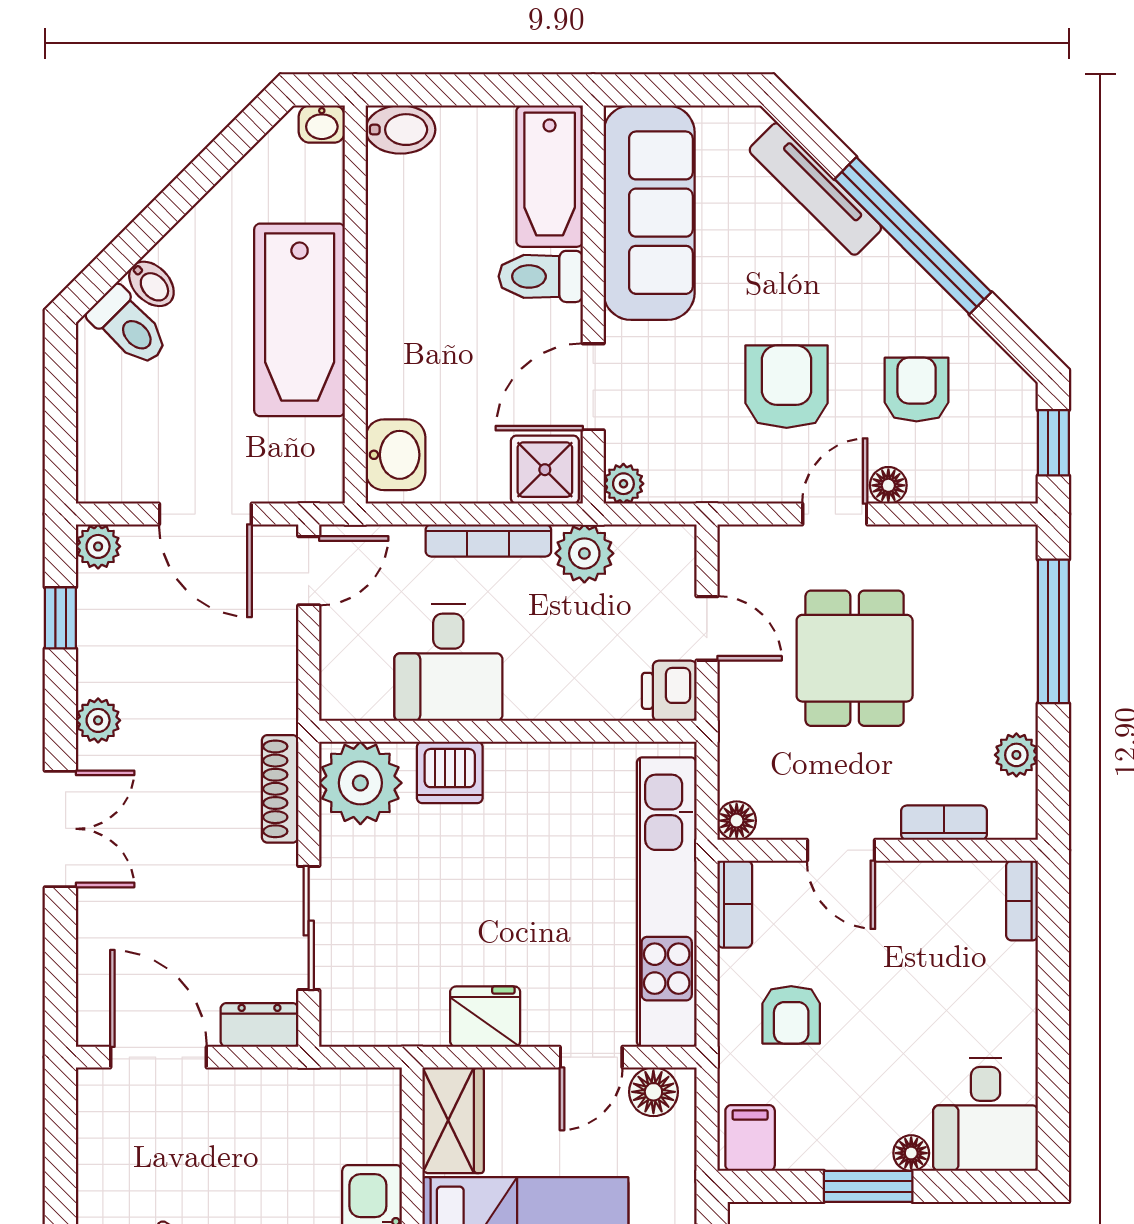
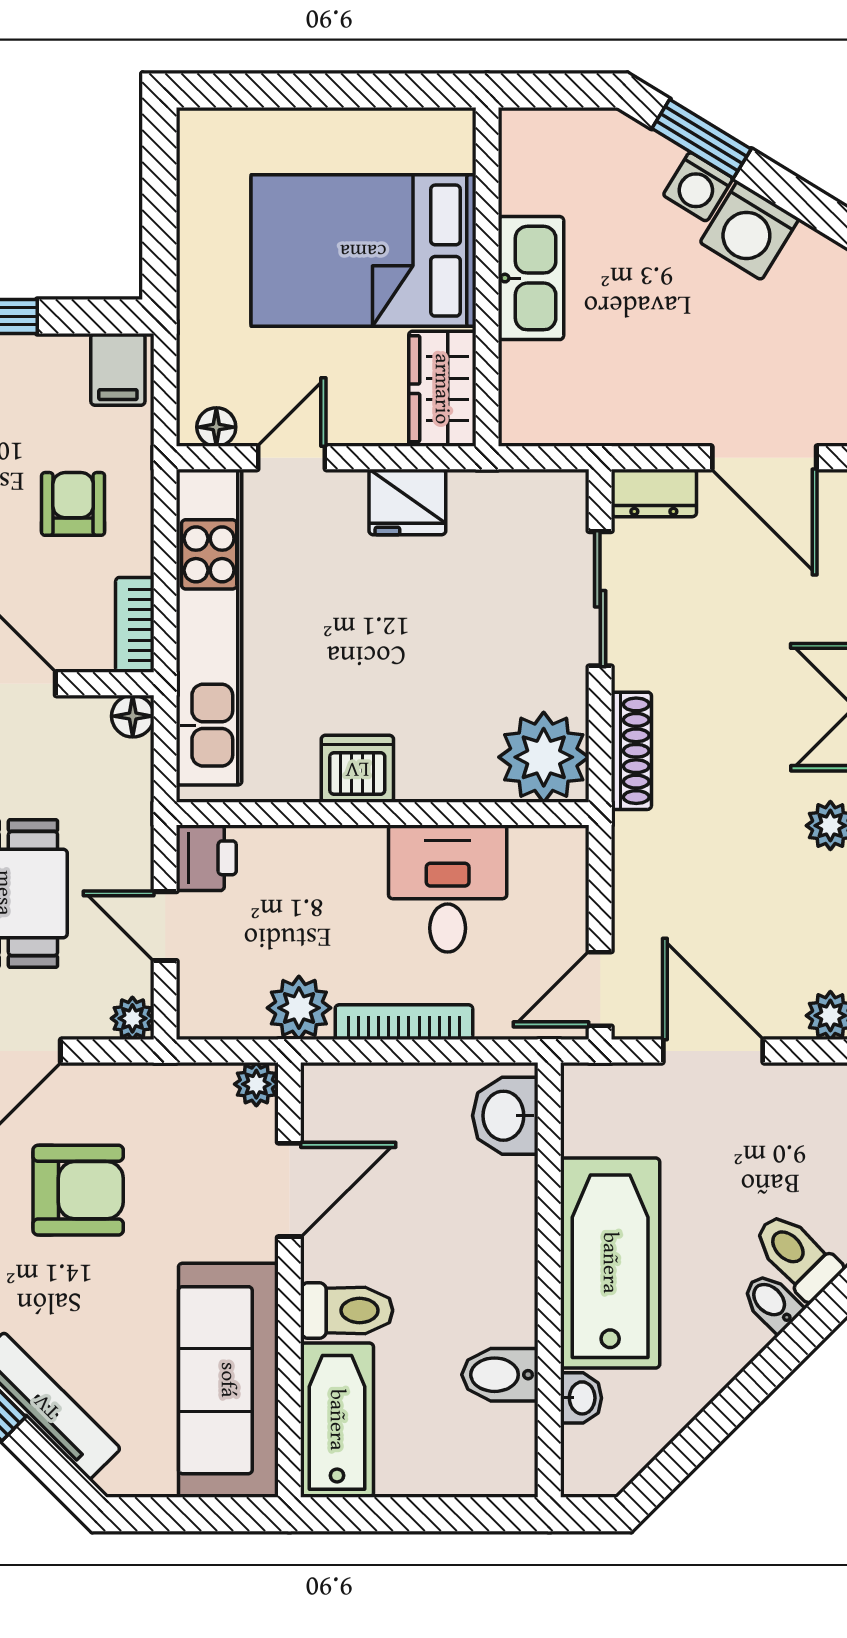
washbasin: (322, 124) -> (581, 1398), moved, turned 90
bidet: (400, 130) -> (500, 1375), moved
armchair: (787, 387) -> (78, 1190), turned -90
shower: (545, 470) -> (342, 1099), removed
plant: (737, 544) -> (132, 1018), added
dishwasher: (450, 772) -> (357, 769), moved
floor lamp: (653, 1092) -> (216, 427), width x0.73, depth x0.73

